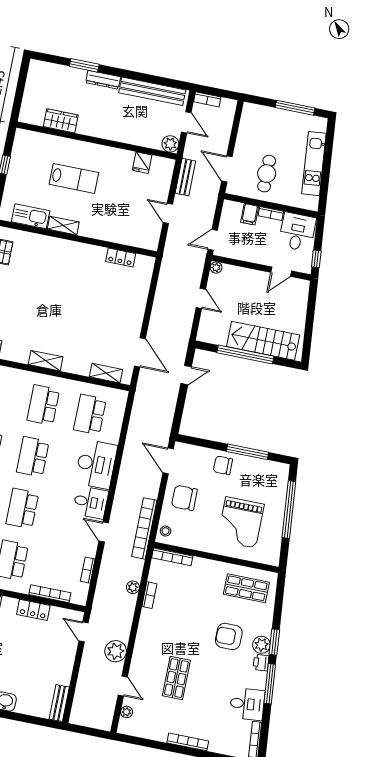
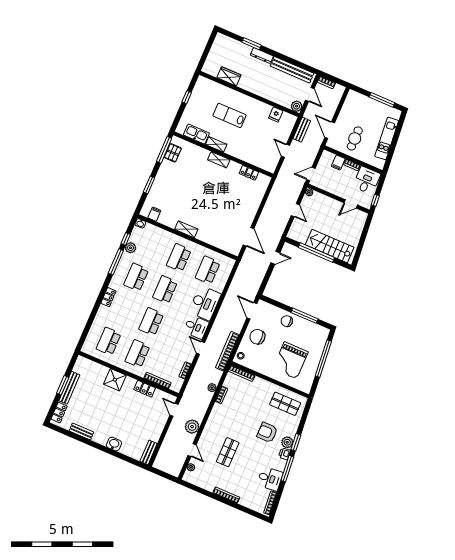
lab bench: (74, 178) -> (230, 115), turned 180
shelving: (106, 373) -> (219, 160), moved

